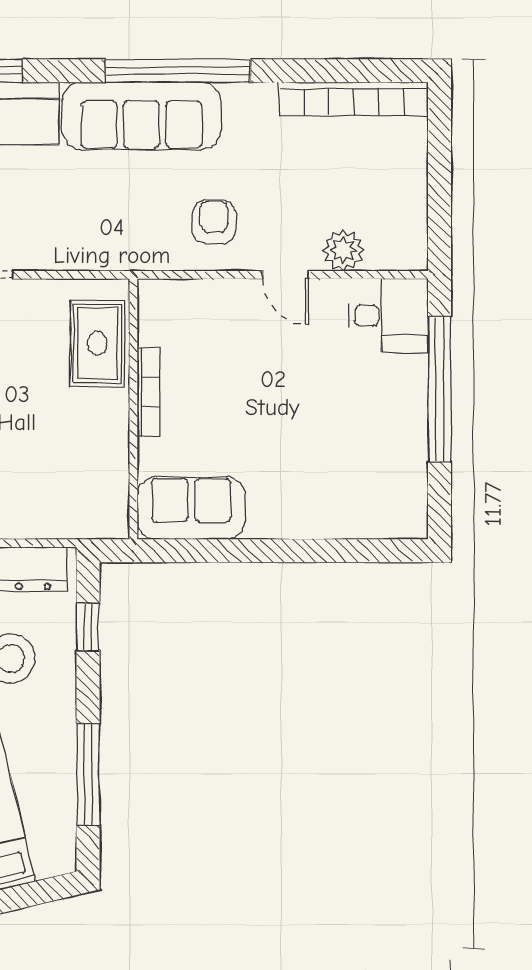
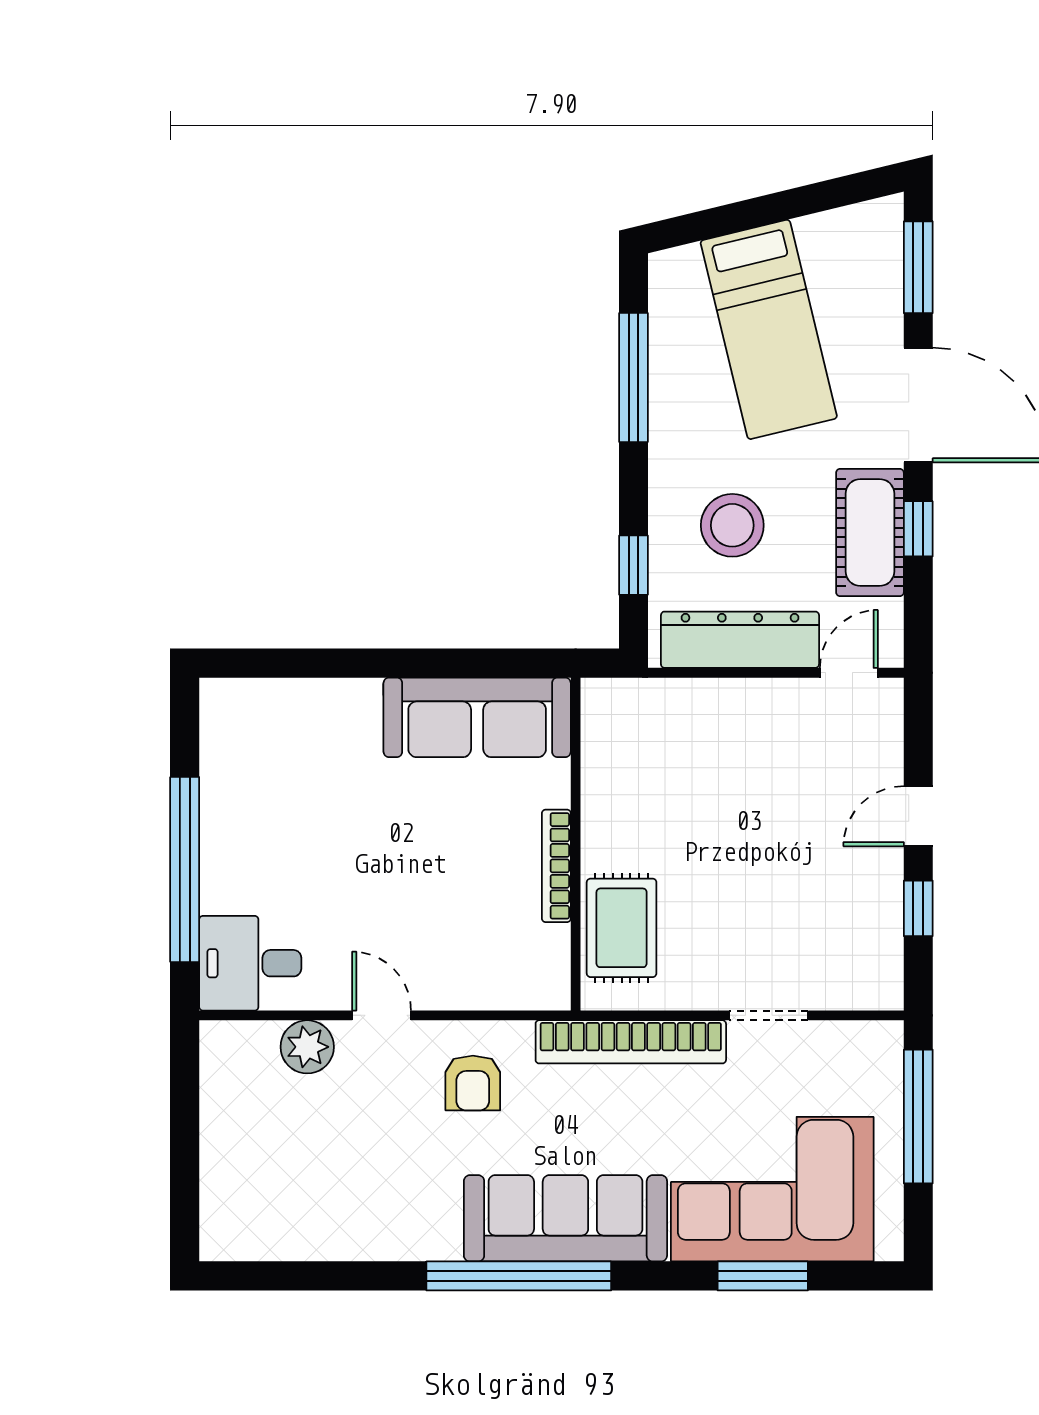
bookcase: (354, 99) -> (631, 1042), moved, turned 180
sofa: (191, 508) -> (477, 717), width x1.36

